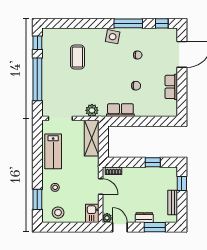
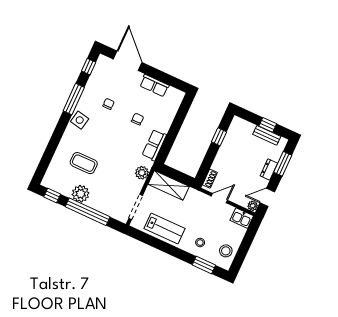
plant: (50, 66) -> (81, 194), added
window: (182, 183) -> (268, 125), moved

